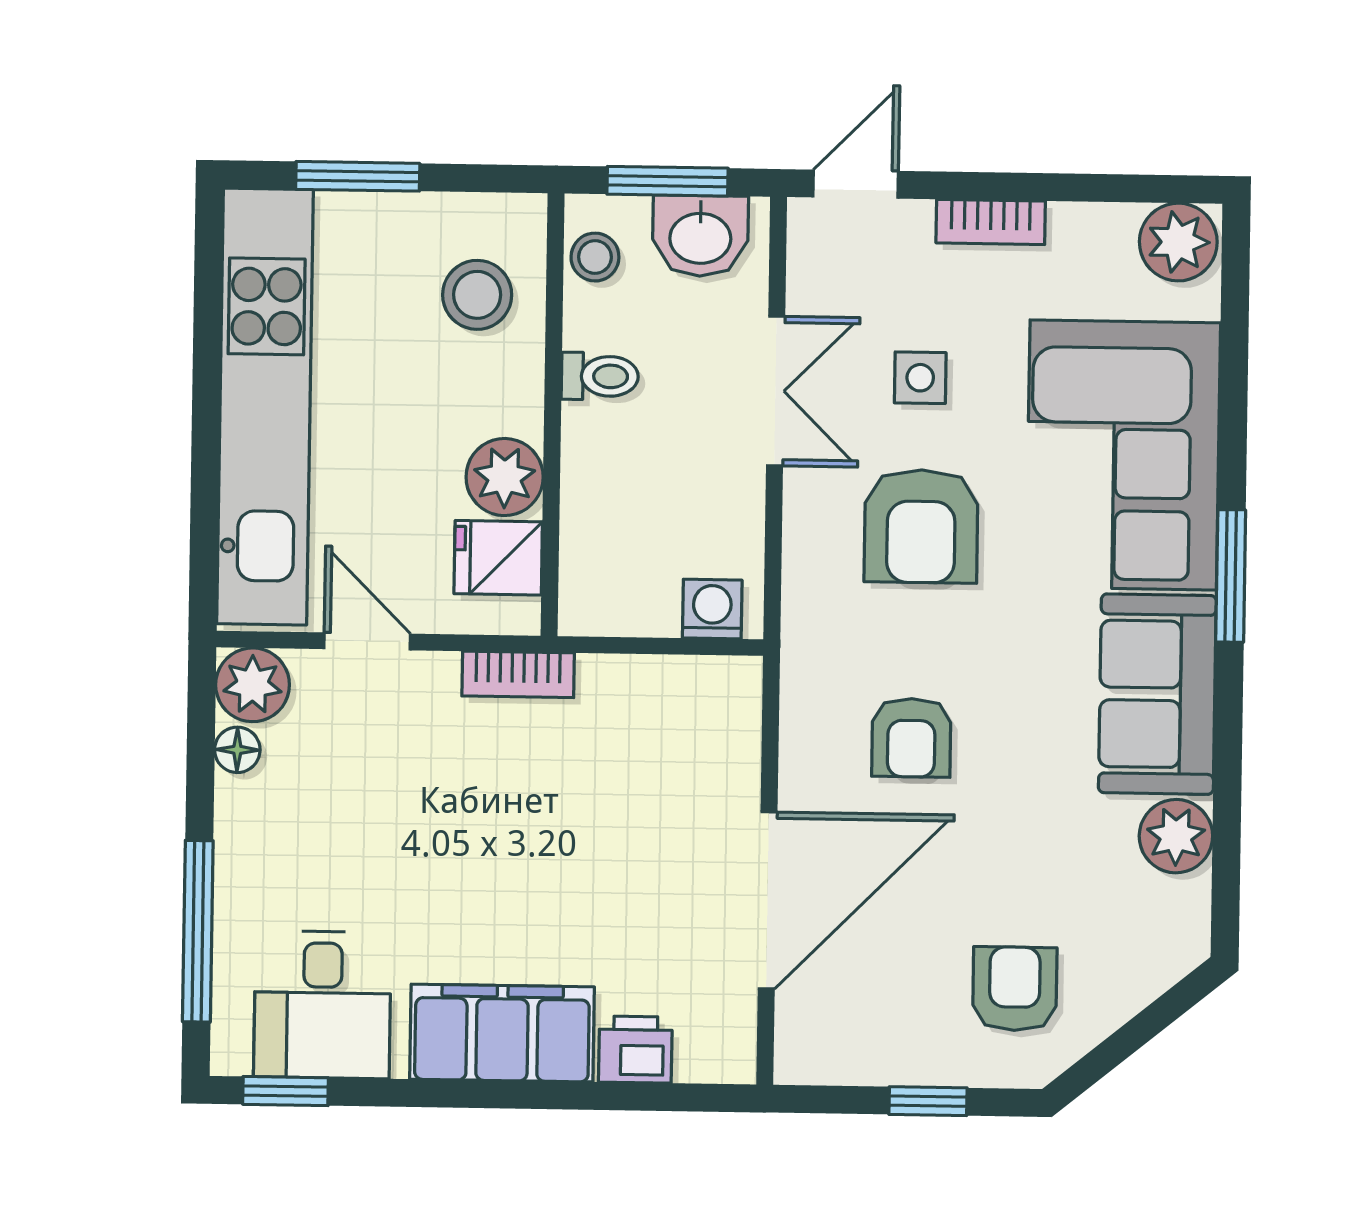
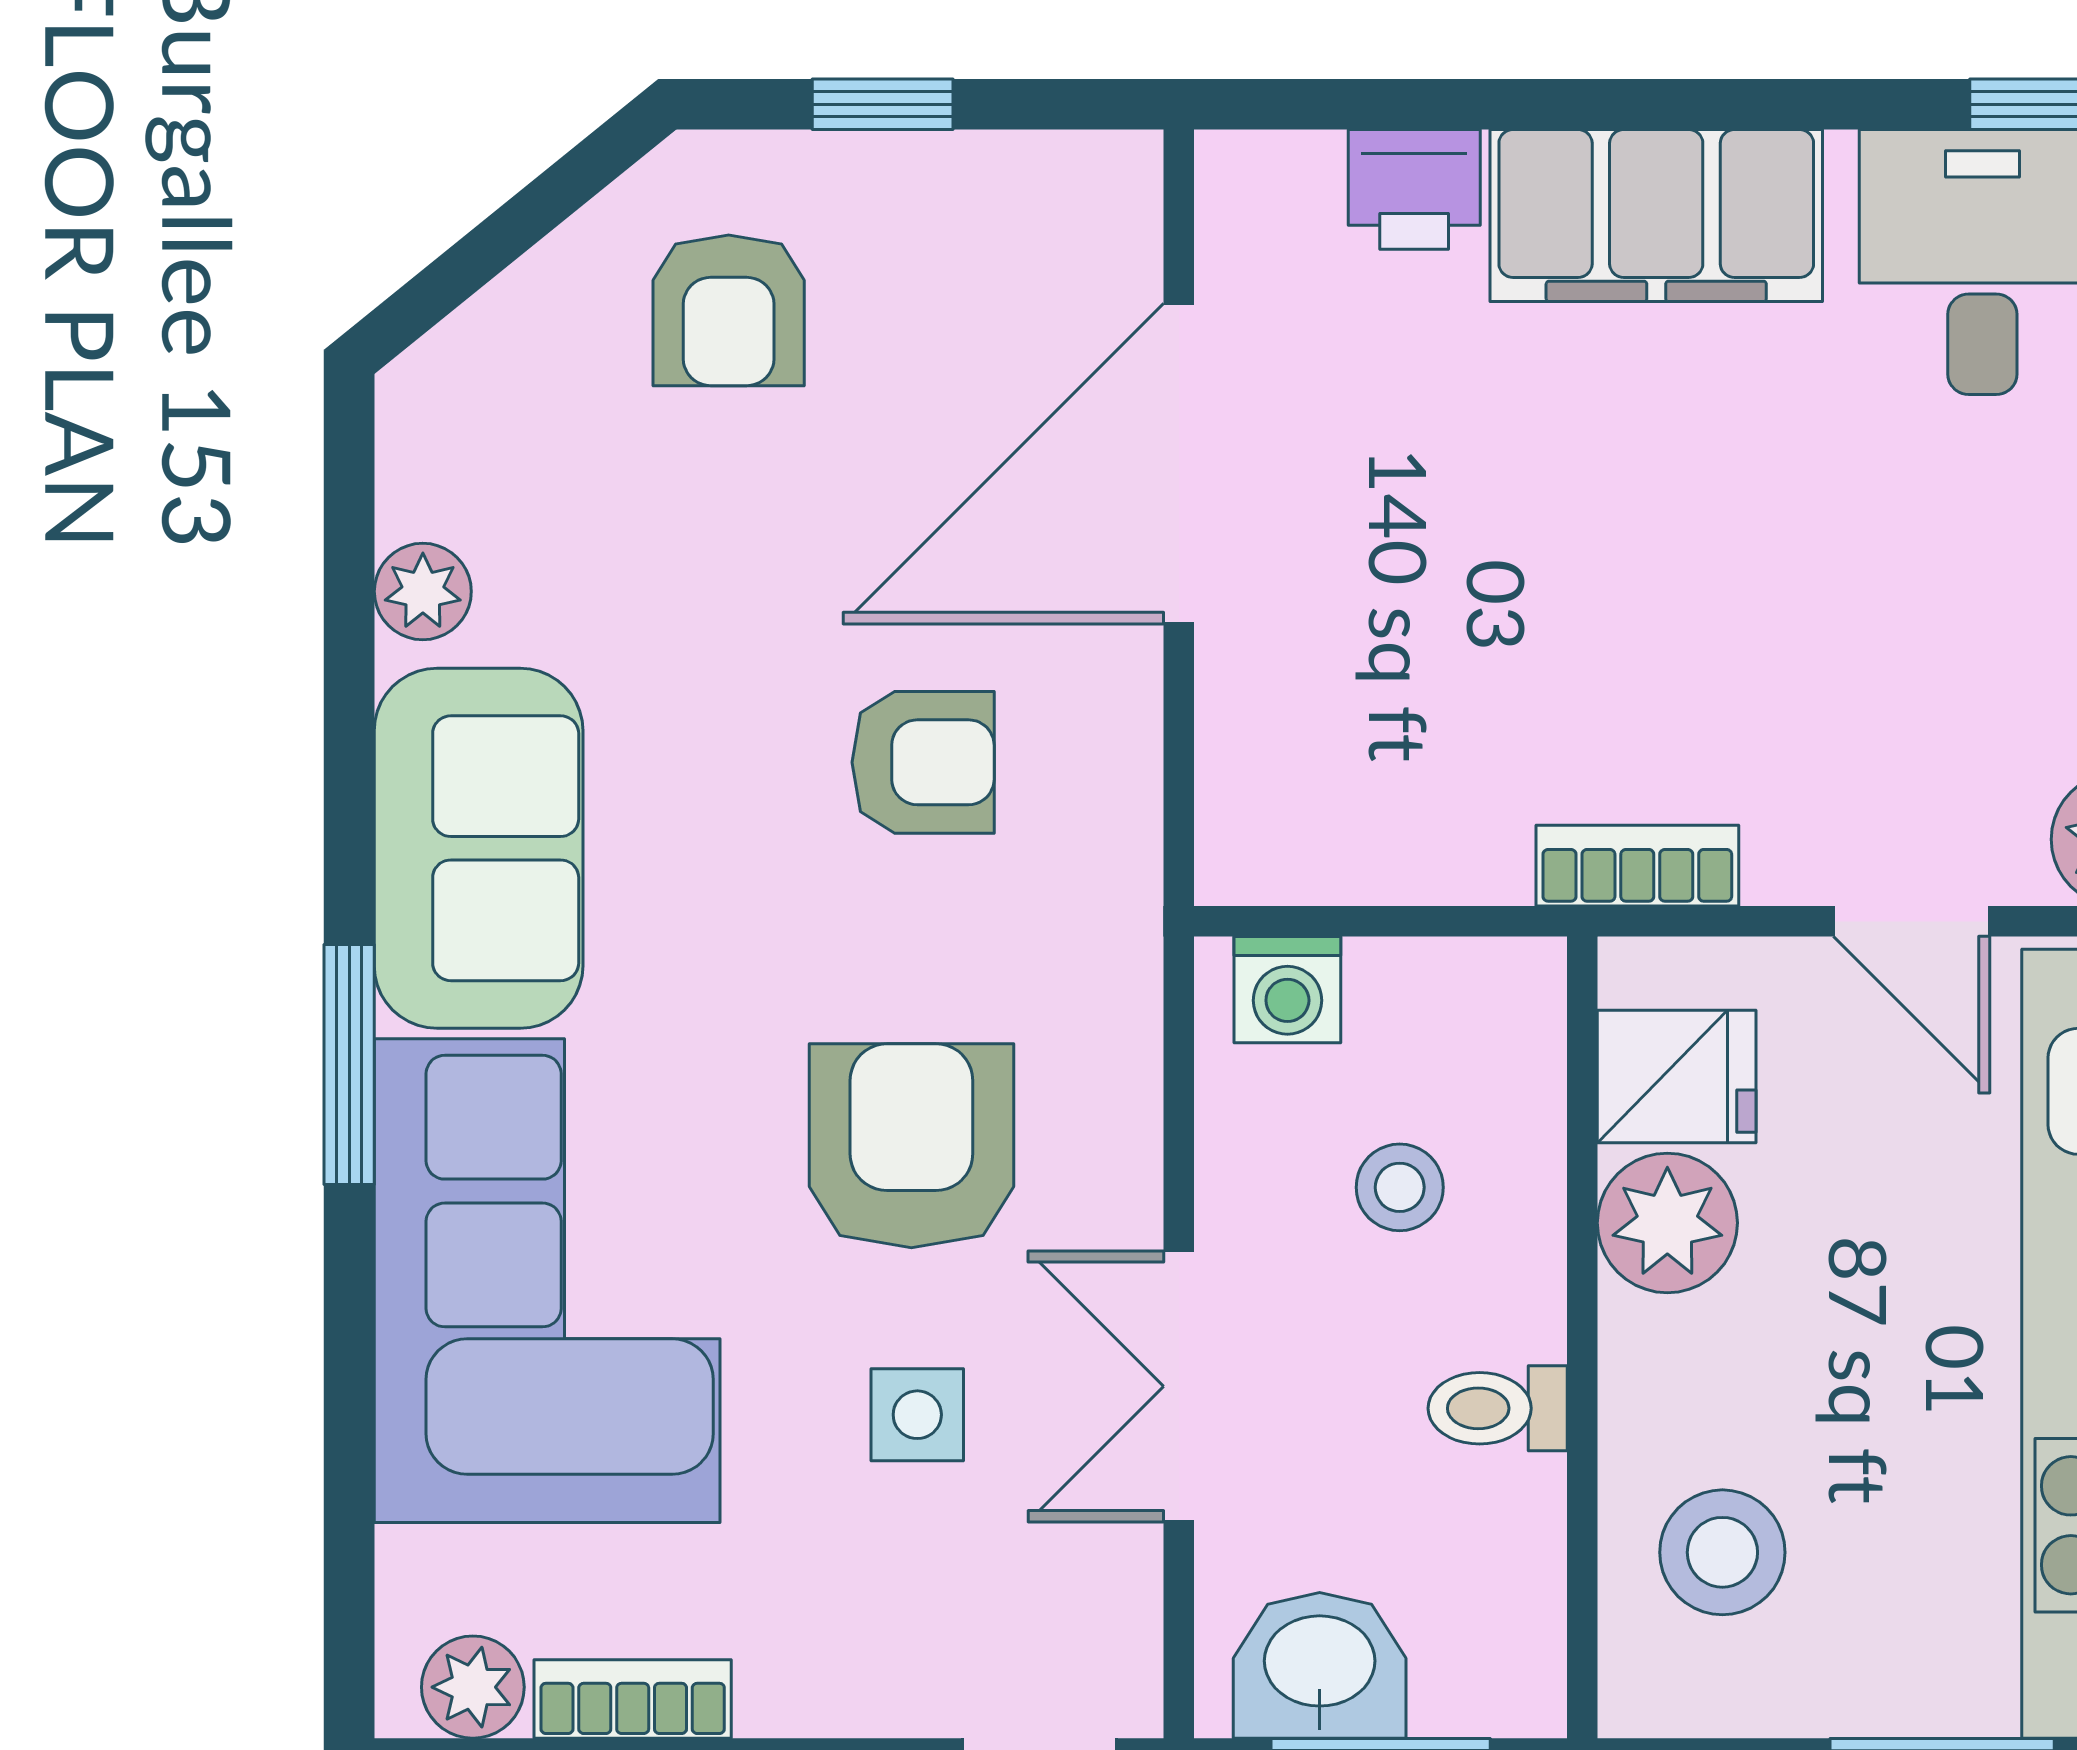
bookcase: (991, 222) -> (633, 1699), moved
plant: (1178, 242) -> (473, 1687), width x0.73, depth x0.73
stool: (595, 257) -> (1400, 1187), moved
armchair: (911, 738) -> (923, 762), turned 90
plant: (1176, 836) -> (423, 591), width x0.73, depth x0.73

